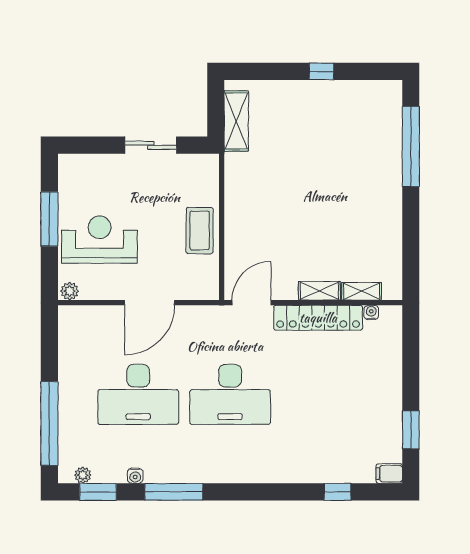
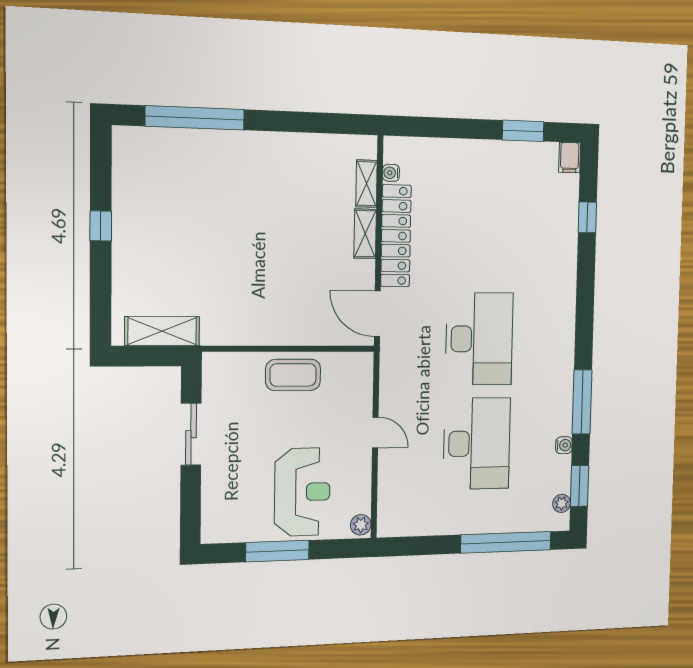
reception desk: (100, 240) -> (302, 492), turned 180
door: (149, 303) -> (375, 432), width x0.53

